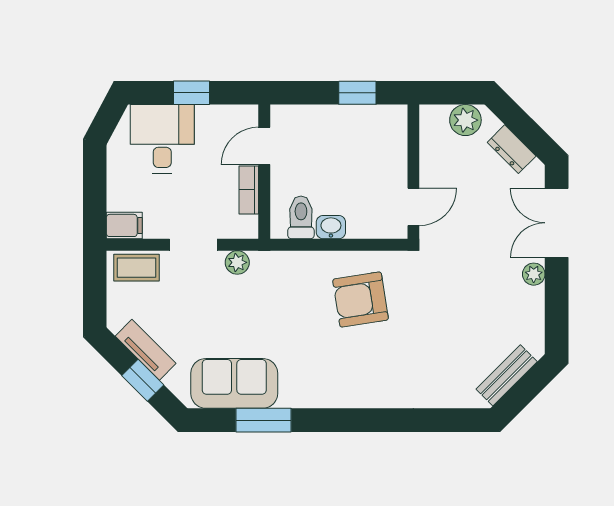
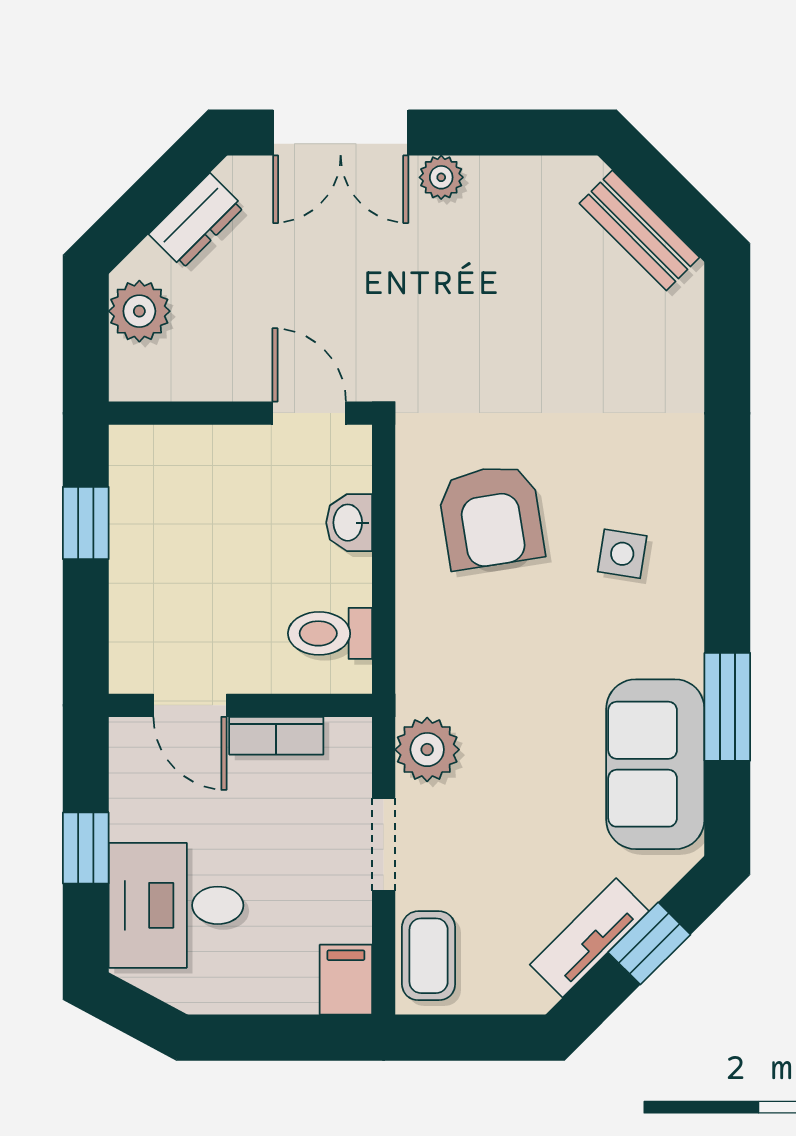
washbasin: (331, 227) -> (349, 523), moved
plant: (237, 262) -> (427, 750), width x1.38, depth x1.38
side table: (342, 367) -> (622, 554), added

